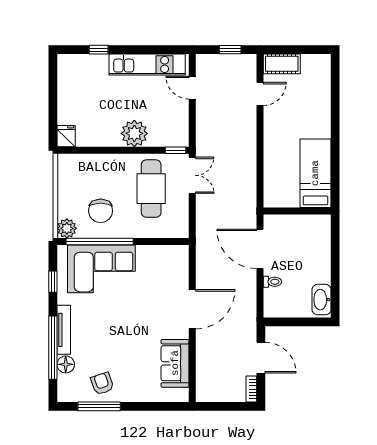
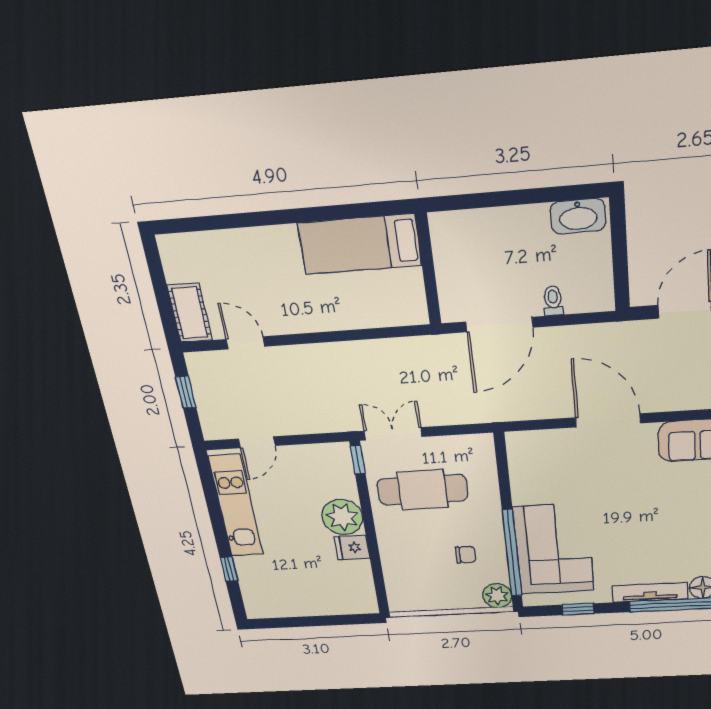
fridge: (66, 136) -> (352, 547), moved
chair: (101, 211) -> (466, 555), width x0.54, depth x0.54

